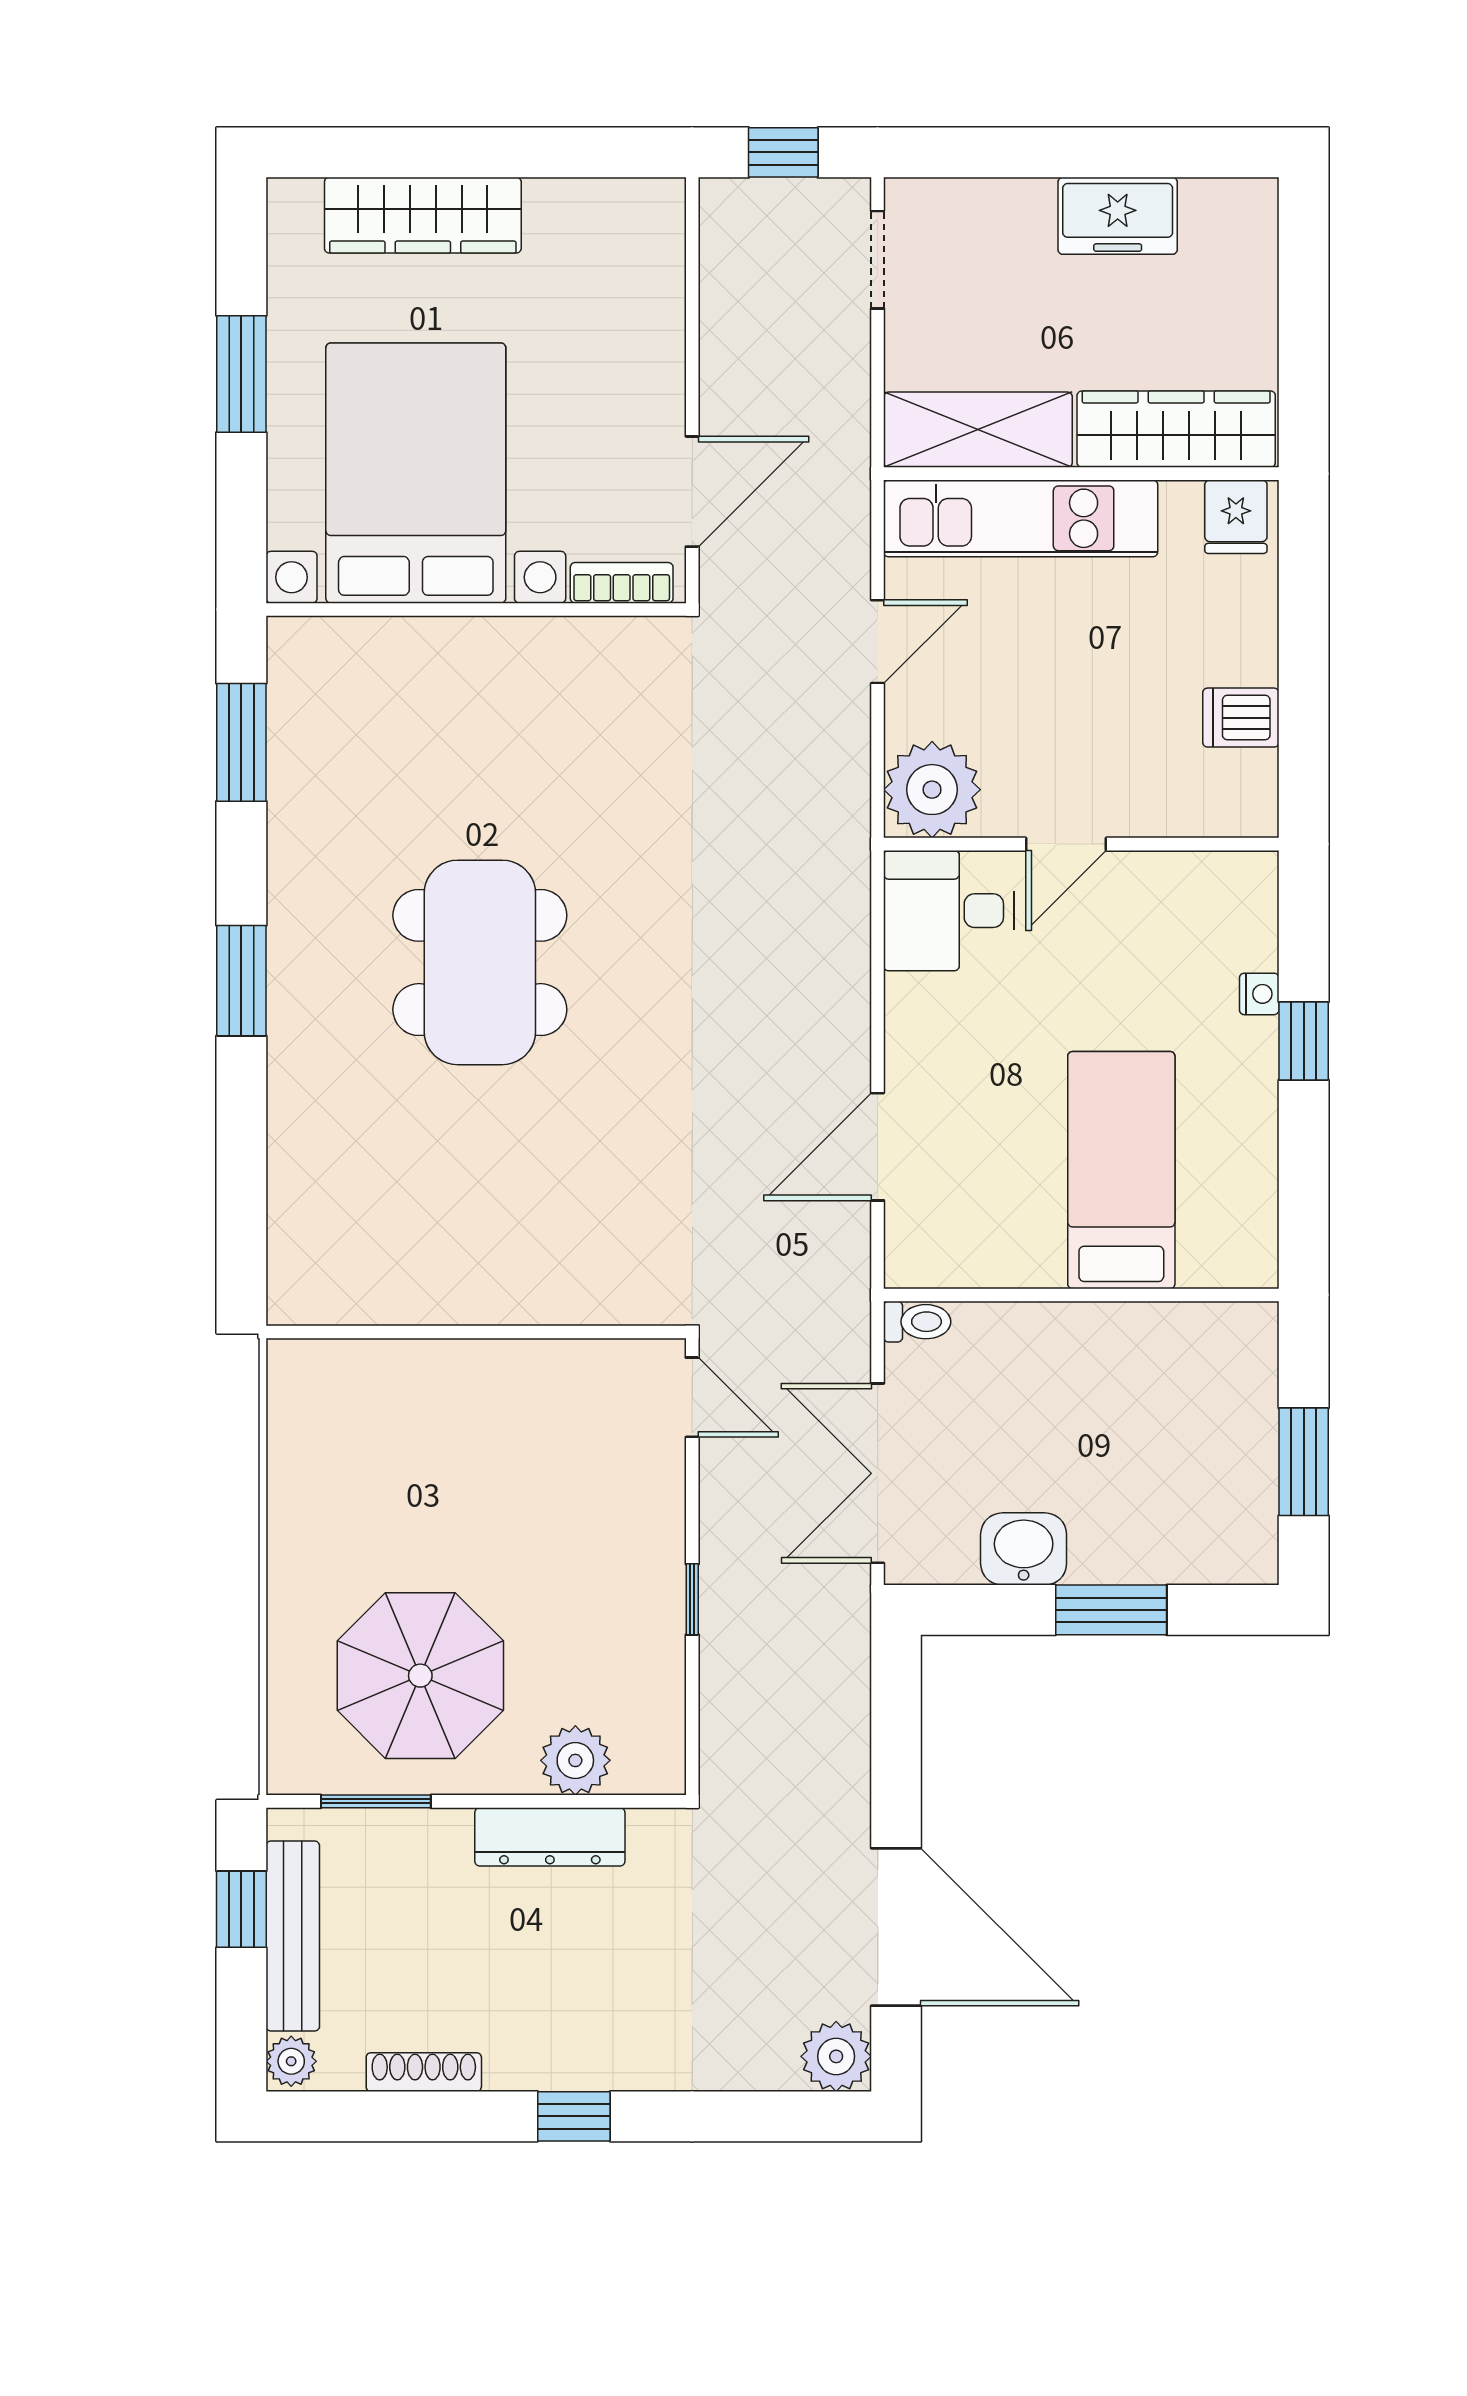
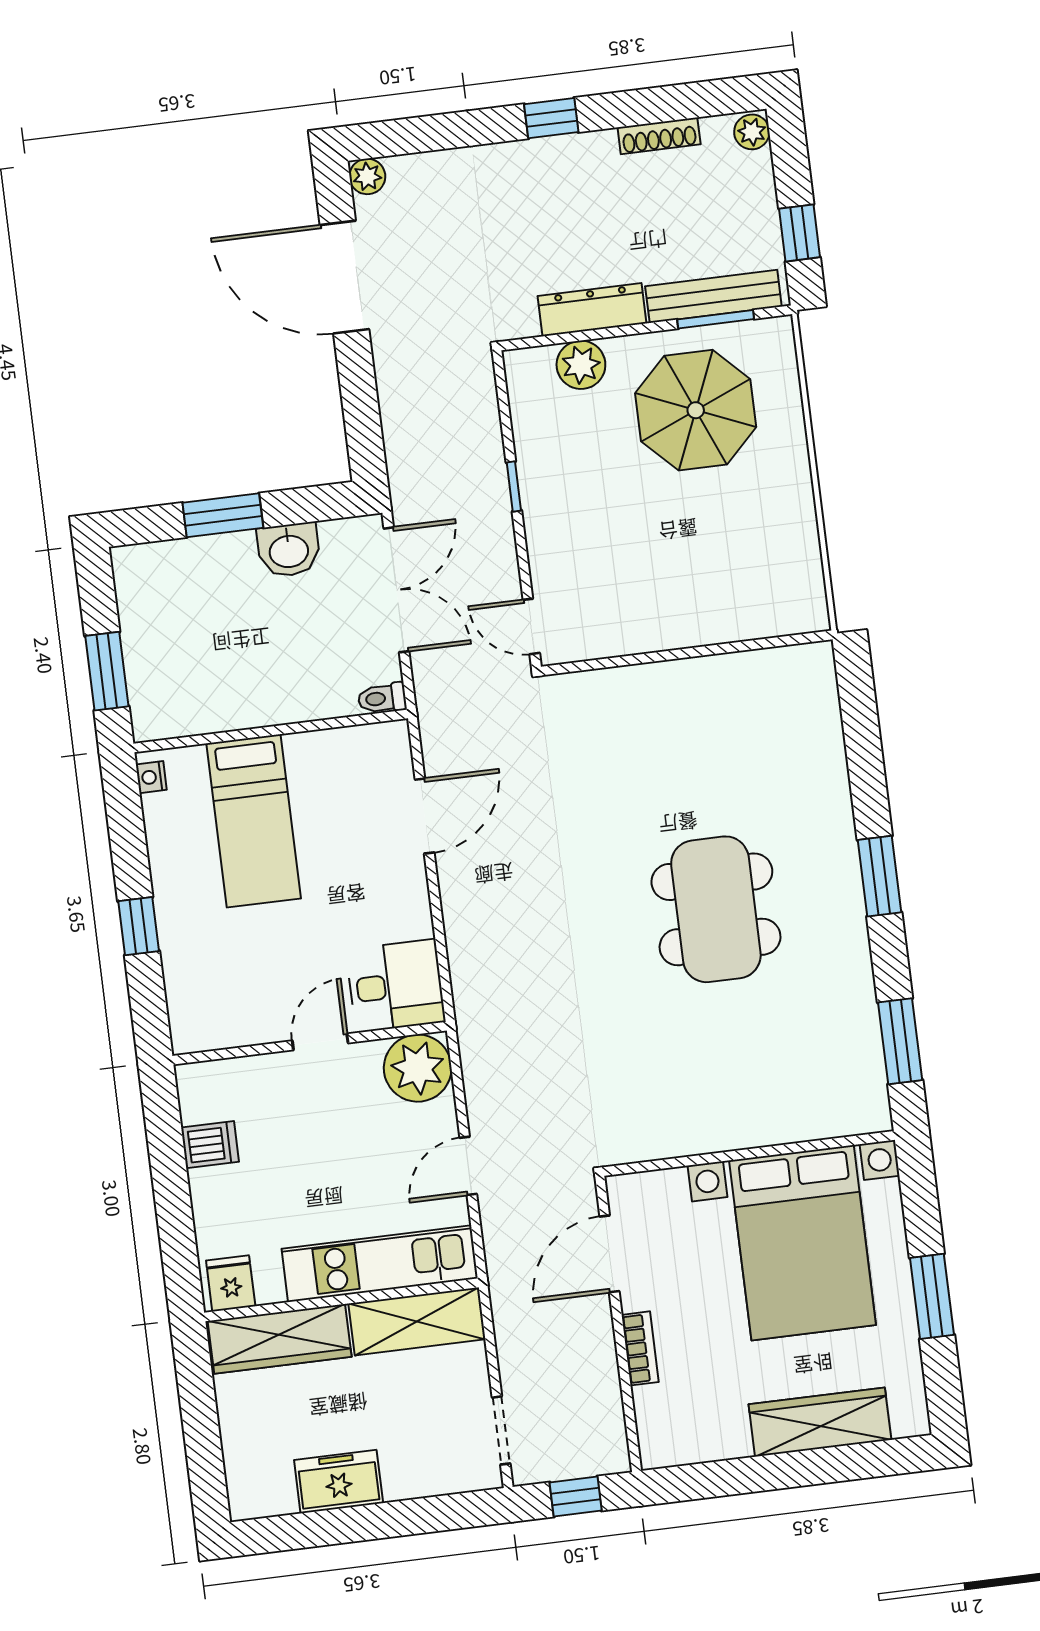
bookcase: (622, 583) -> (640, 1348), moved, turned -90
nightstand: (1259, 994) -> (151, 777), moved
window: (1304, 1462) -> (107, 671), moved
bench: (293, 1936) -> (713, 296), moved, turned 90
plant: (836, 2056) -> (367, 176), width x0.73, depth x0.73

